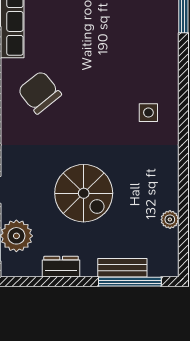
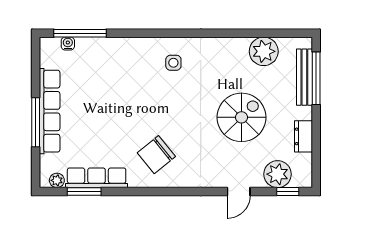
plant: (170, 220) -> (264, 51), width x1.87, depth x1.87
bench: (122, 268) -> (304, 77), width x1.36

